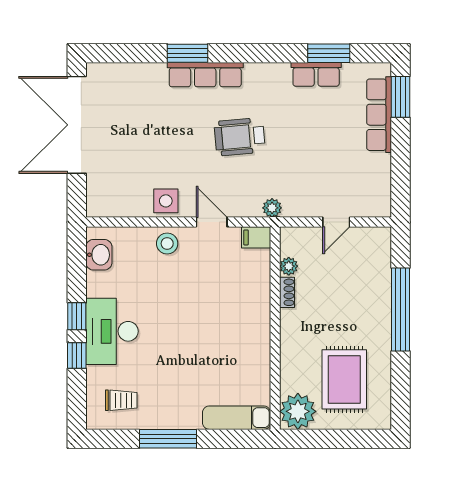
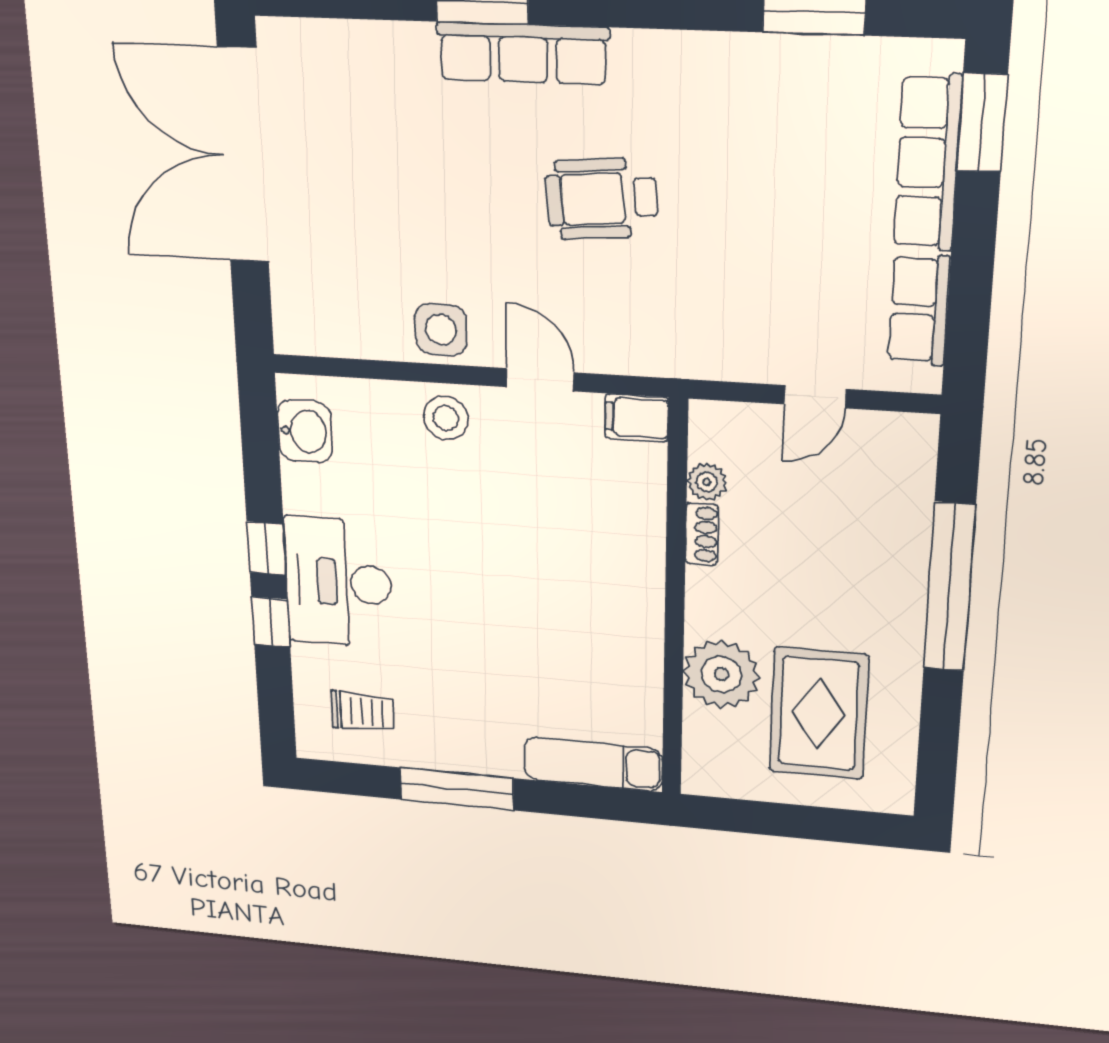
row of seats: (316, 74) -> (919, 310), moved, turned 90
plant: (272, 208) -> (673, 358), removed
plant: (298, 411) -> (721, 674), moved

